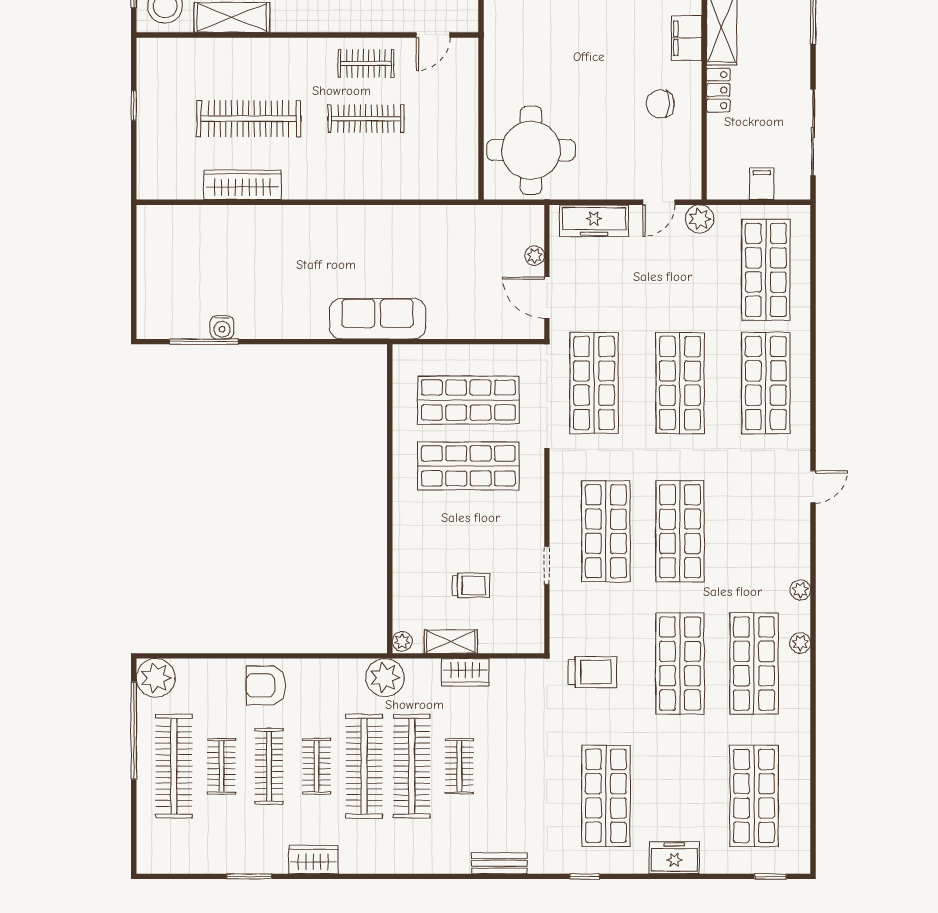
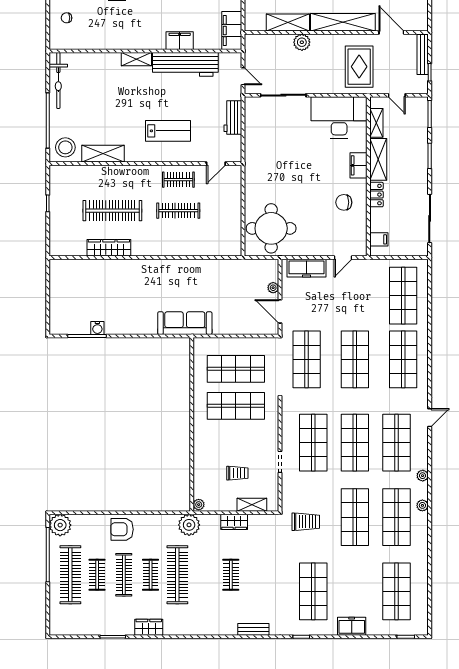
filing cabinet: (762, 184) -> (379, 239), moved, turned 90
plant: (700, 219) -> (366, 267), removed
shop shelf: (754, 531) -> (397, 443), added
shelving: (451, 642) -> (252, 505), moved
clothes rail: (412, 766) -> (204, 575), removed

